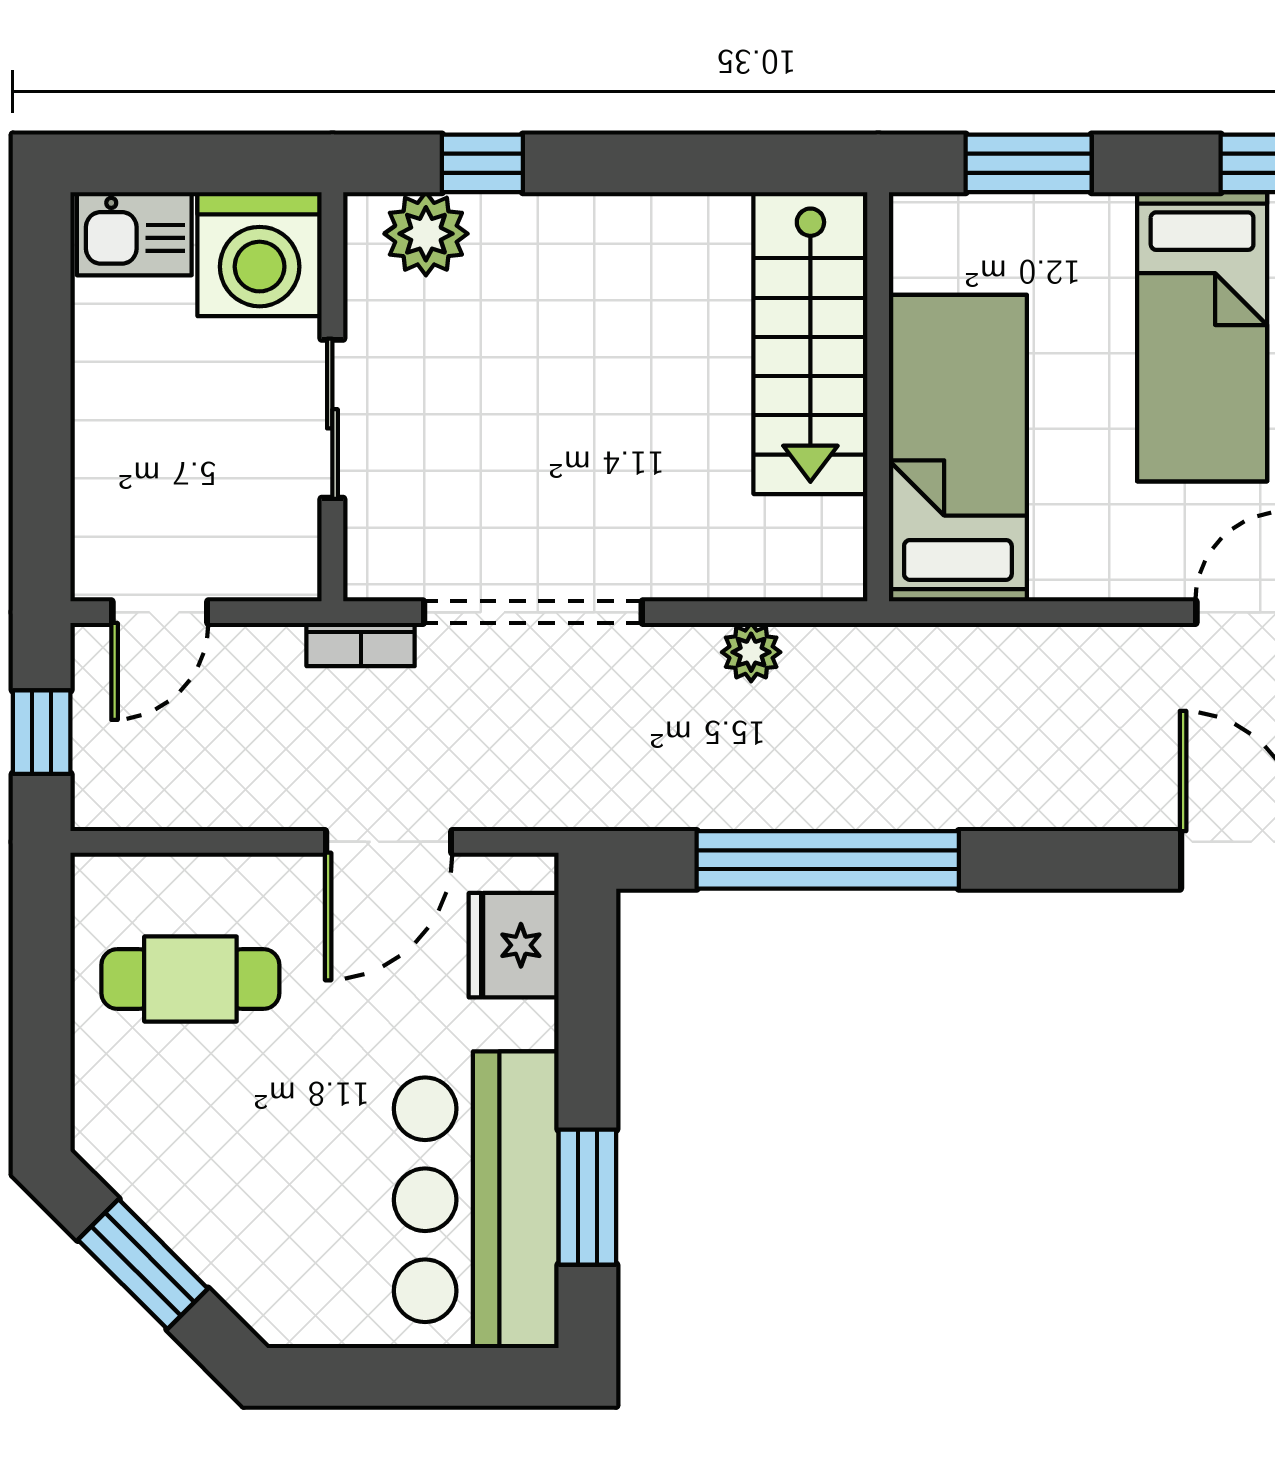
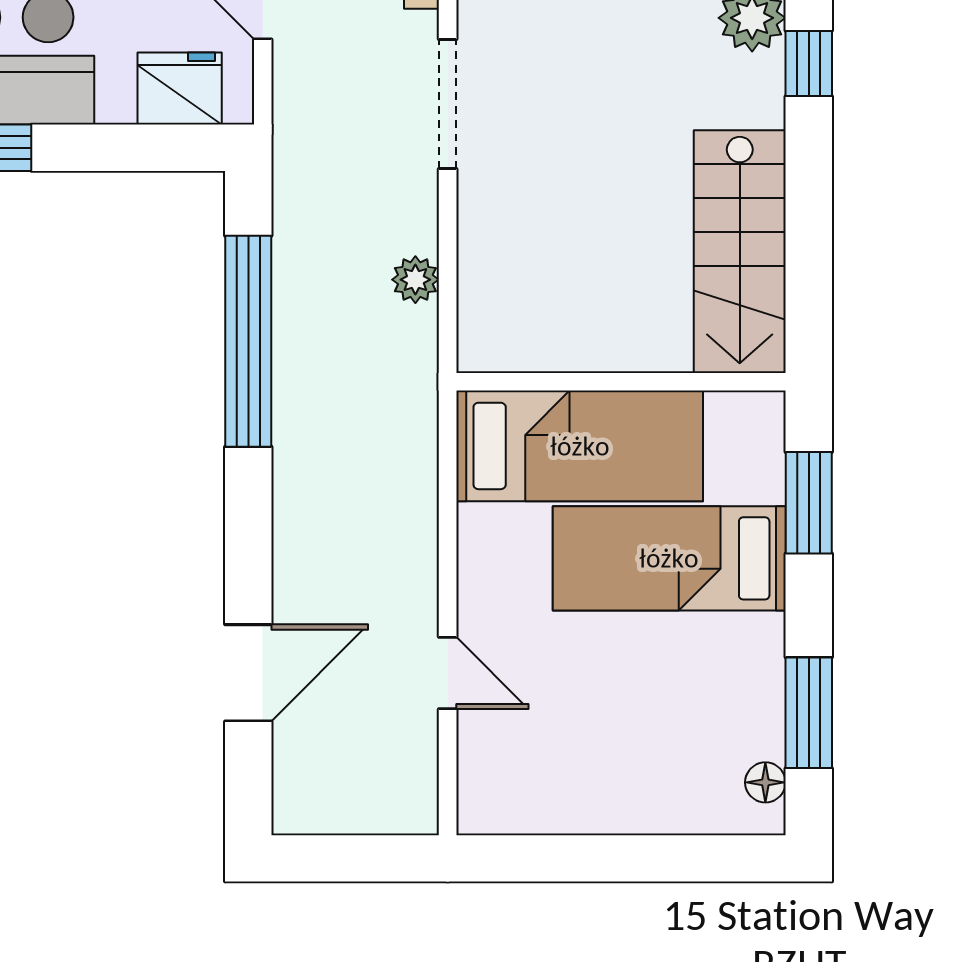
bed: (1202, 337) -> (669, 558), moved
stairs: (810, 343) -> (740, 252), moved, turned -90
doorway: (533, 612) -> (448, 104), width x0.73

